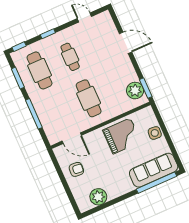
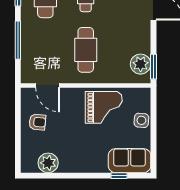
sofa: (154, 170) -> (130, 161), width x0.73
window: (156, 183) -> (119, 176), width x0.32

